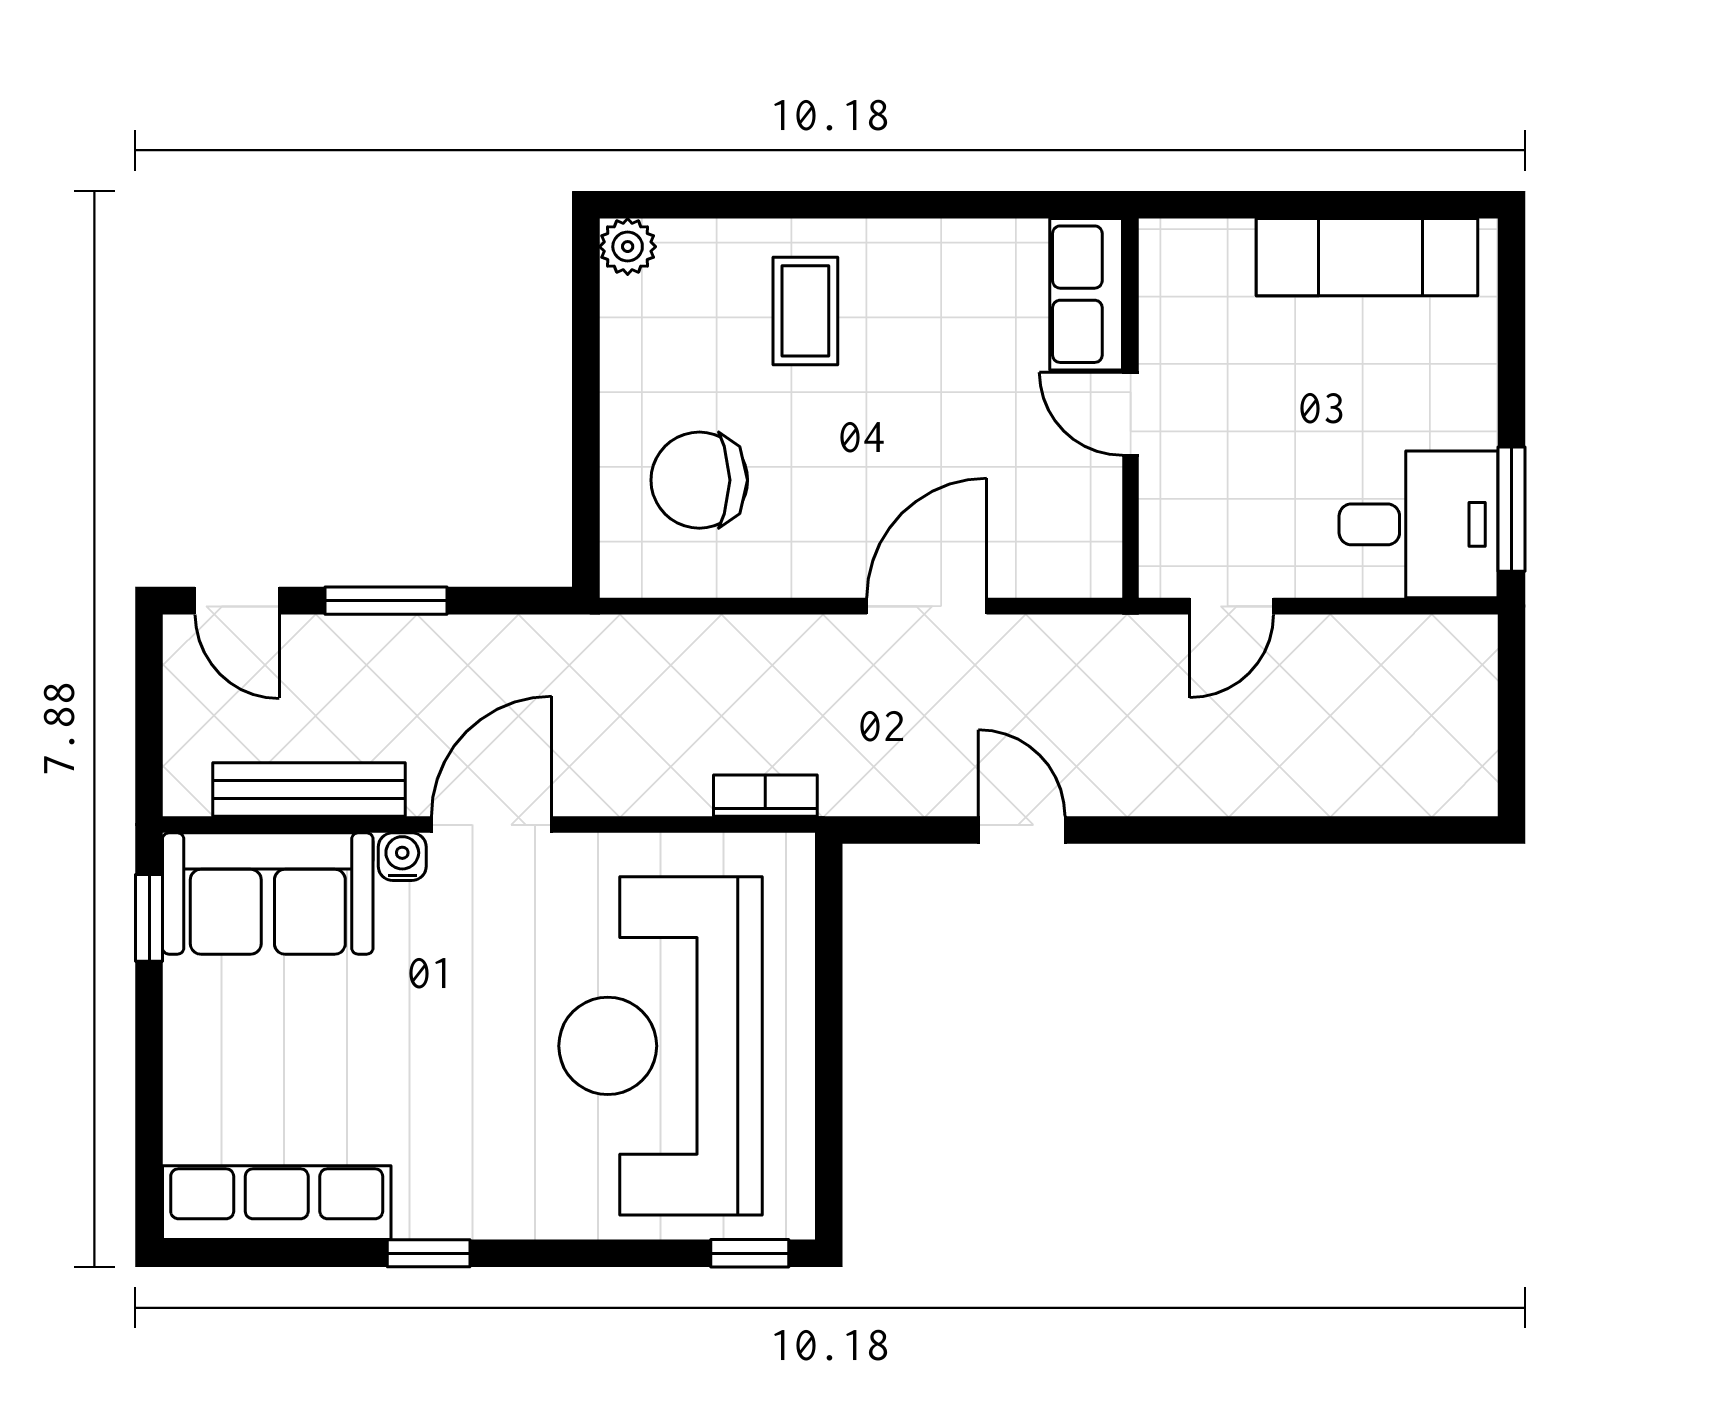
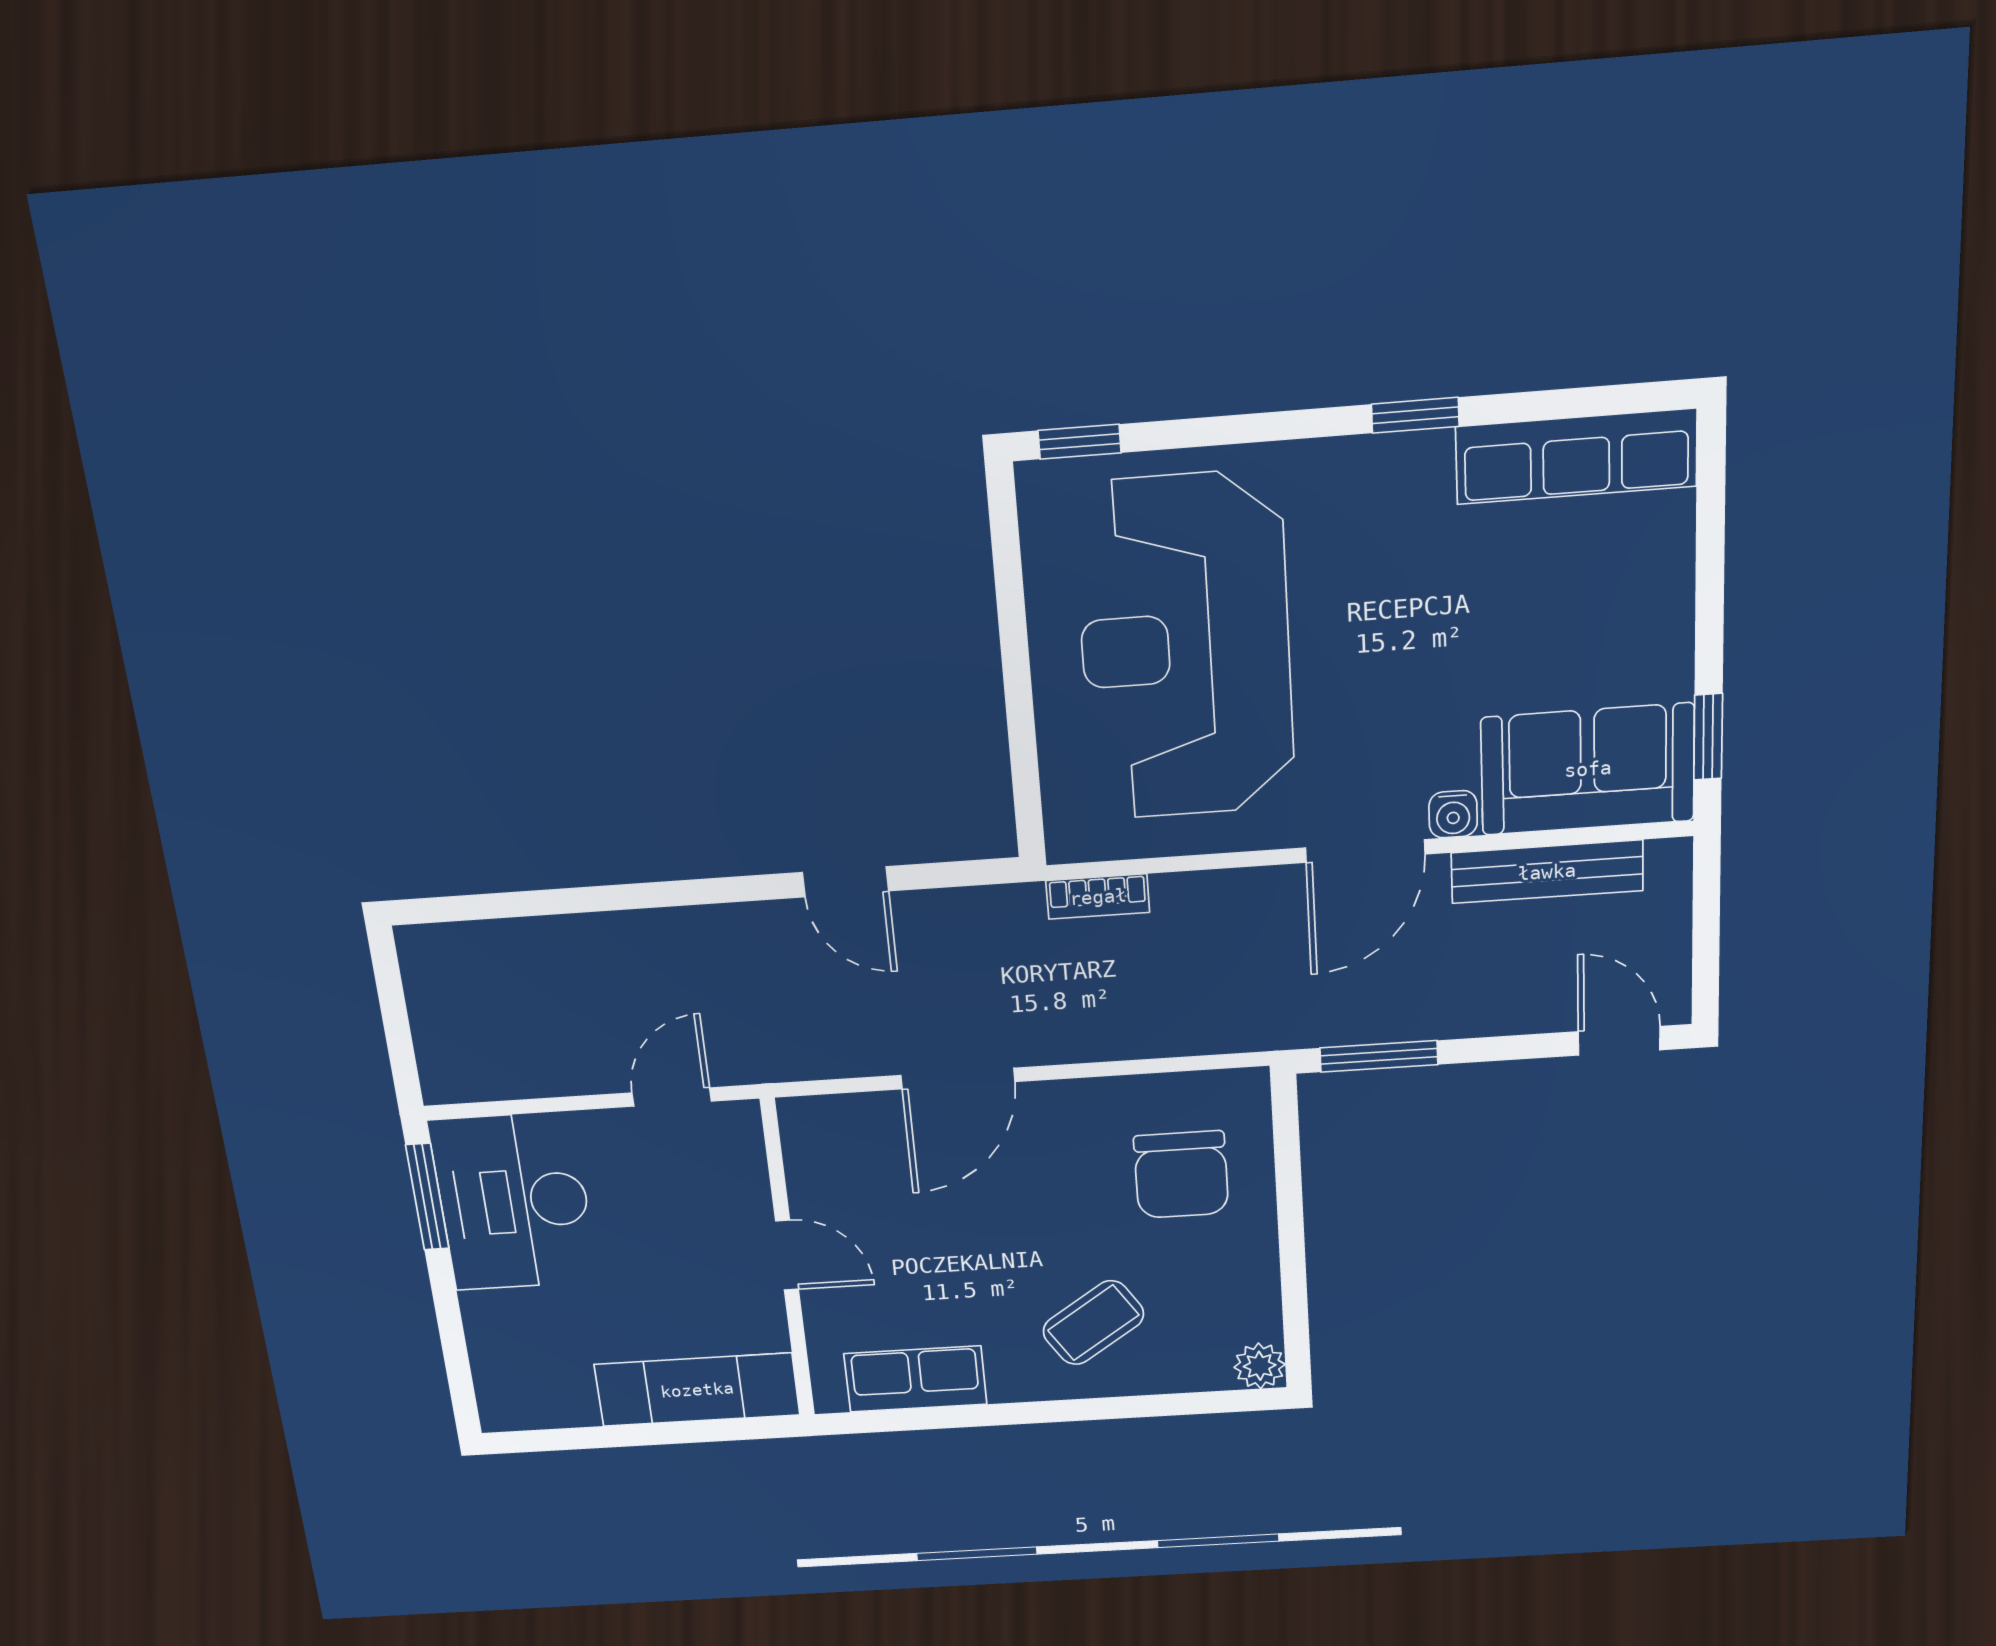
exam couch: (1367, 257) -> (697, 1390), moved
row of seats: (1086, 294) -> (915, 1379), moved, turned -90
coffee table: (805, 311) -> (1093, 1323), turned 56
chair: (699, 480) -> (1181, 1175), turned 90
desk: (1418, 524) -> (514, 1202), width x1.37
window: (386, 601) -> (1379, 1056), moved
reception desk: (661, 1046) -> (1185, 648), turned 180

